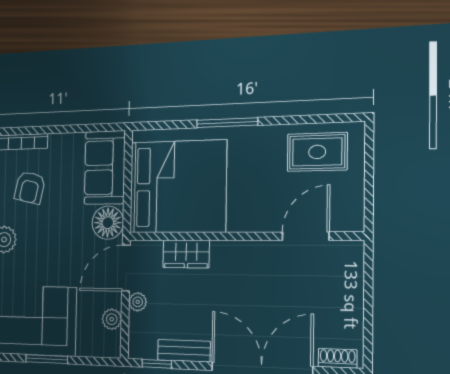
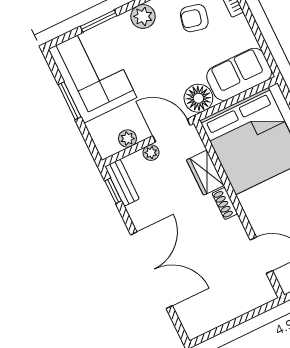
bench: (184, 351) -> (122, 183), moved
shoe rack: (338, 358) -> (225, 203), moved, turned 180

